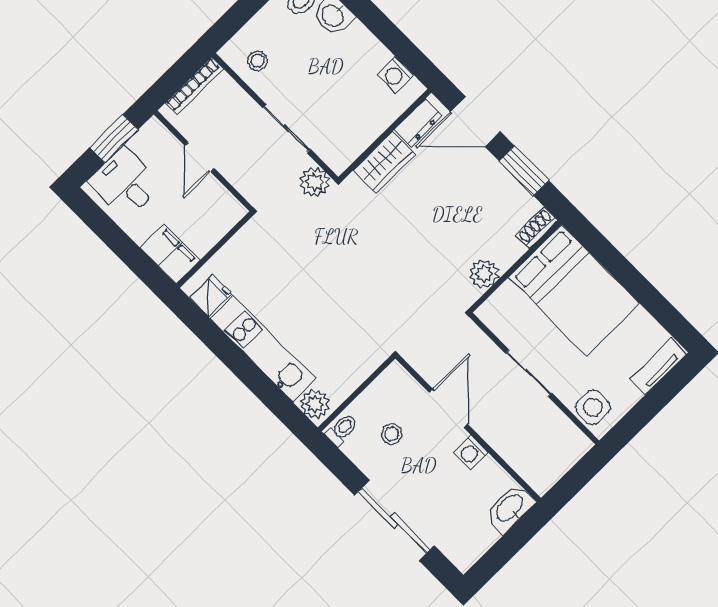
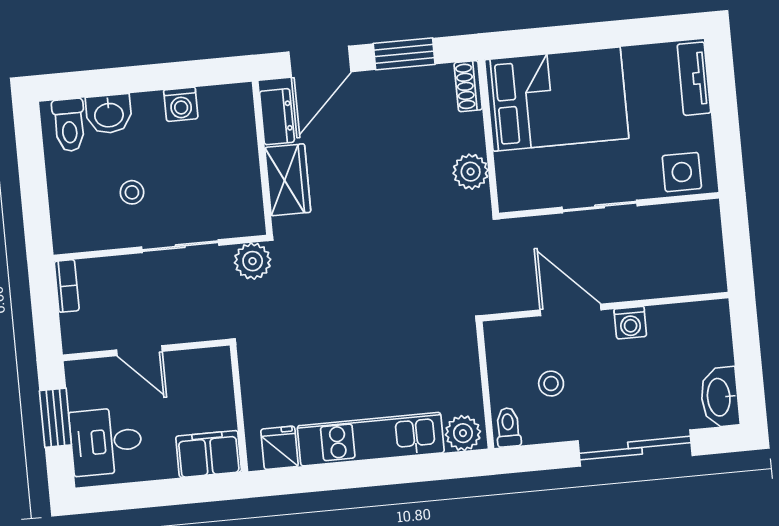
stool: (258, 61) -> (132, 192), moved
washing machine: (395, 75) -> (181, 104), moved
bookcase: (194, 86) -> (67, 286), width x0.64
washbasin: (510, 508) -> (720, 397), moved

